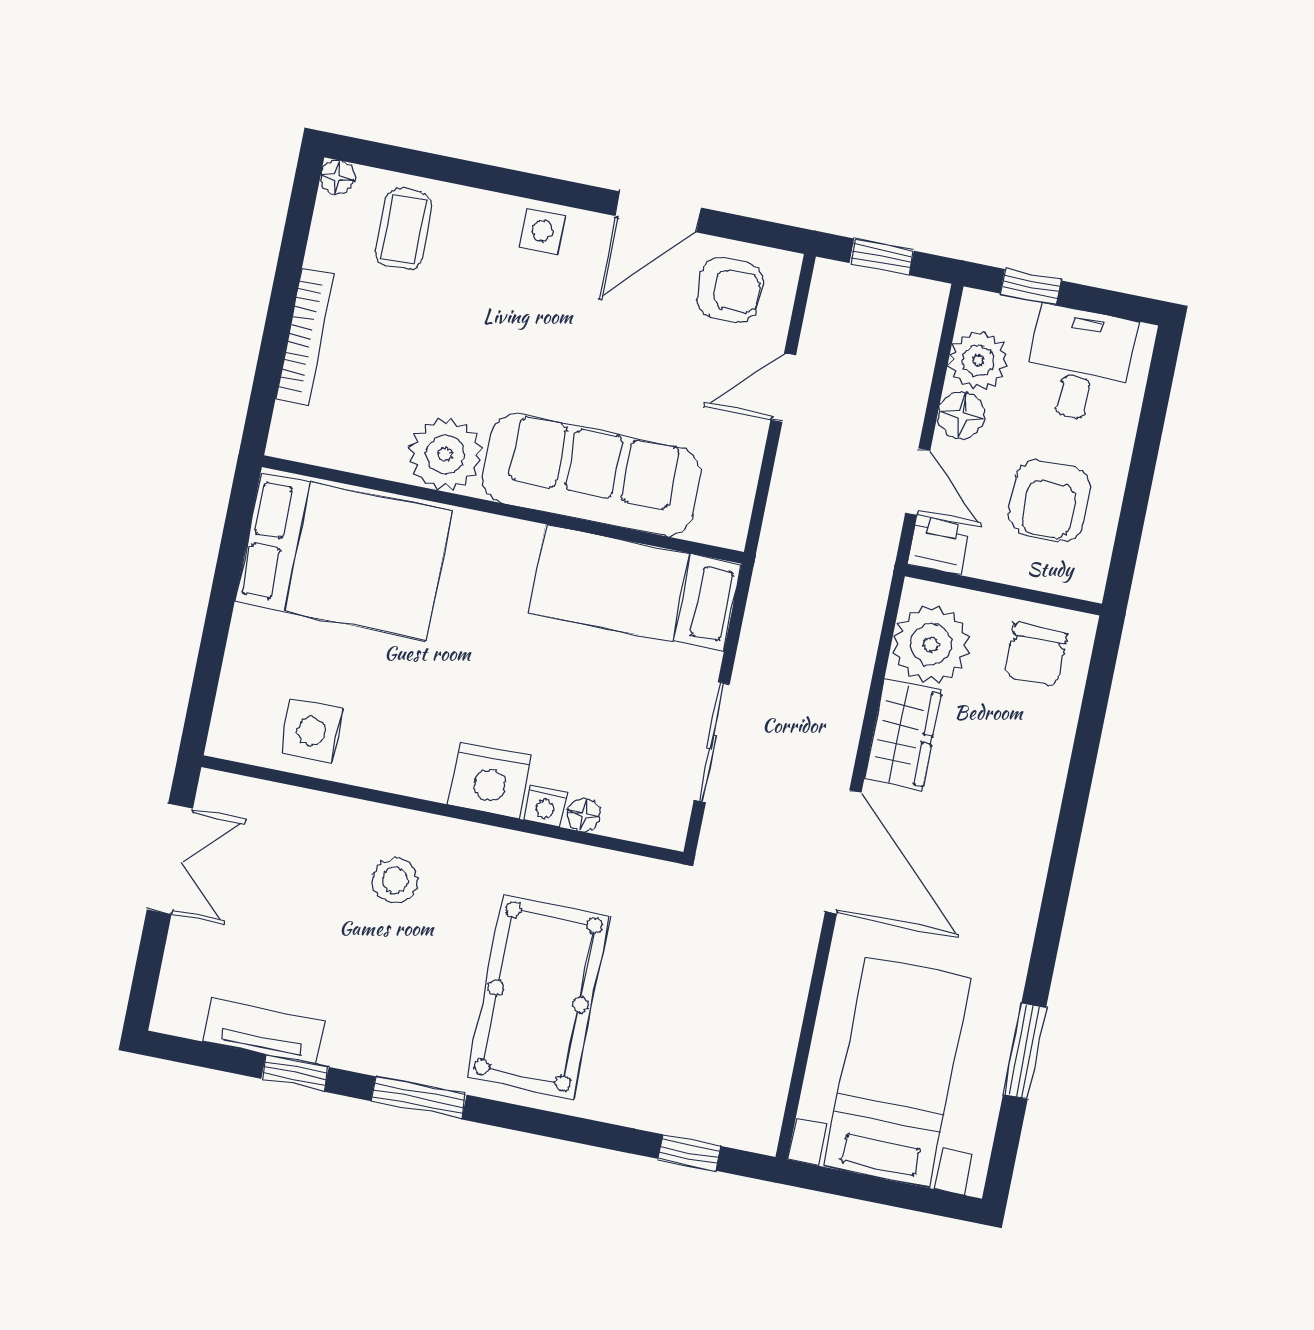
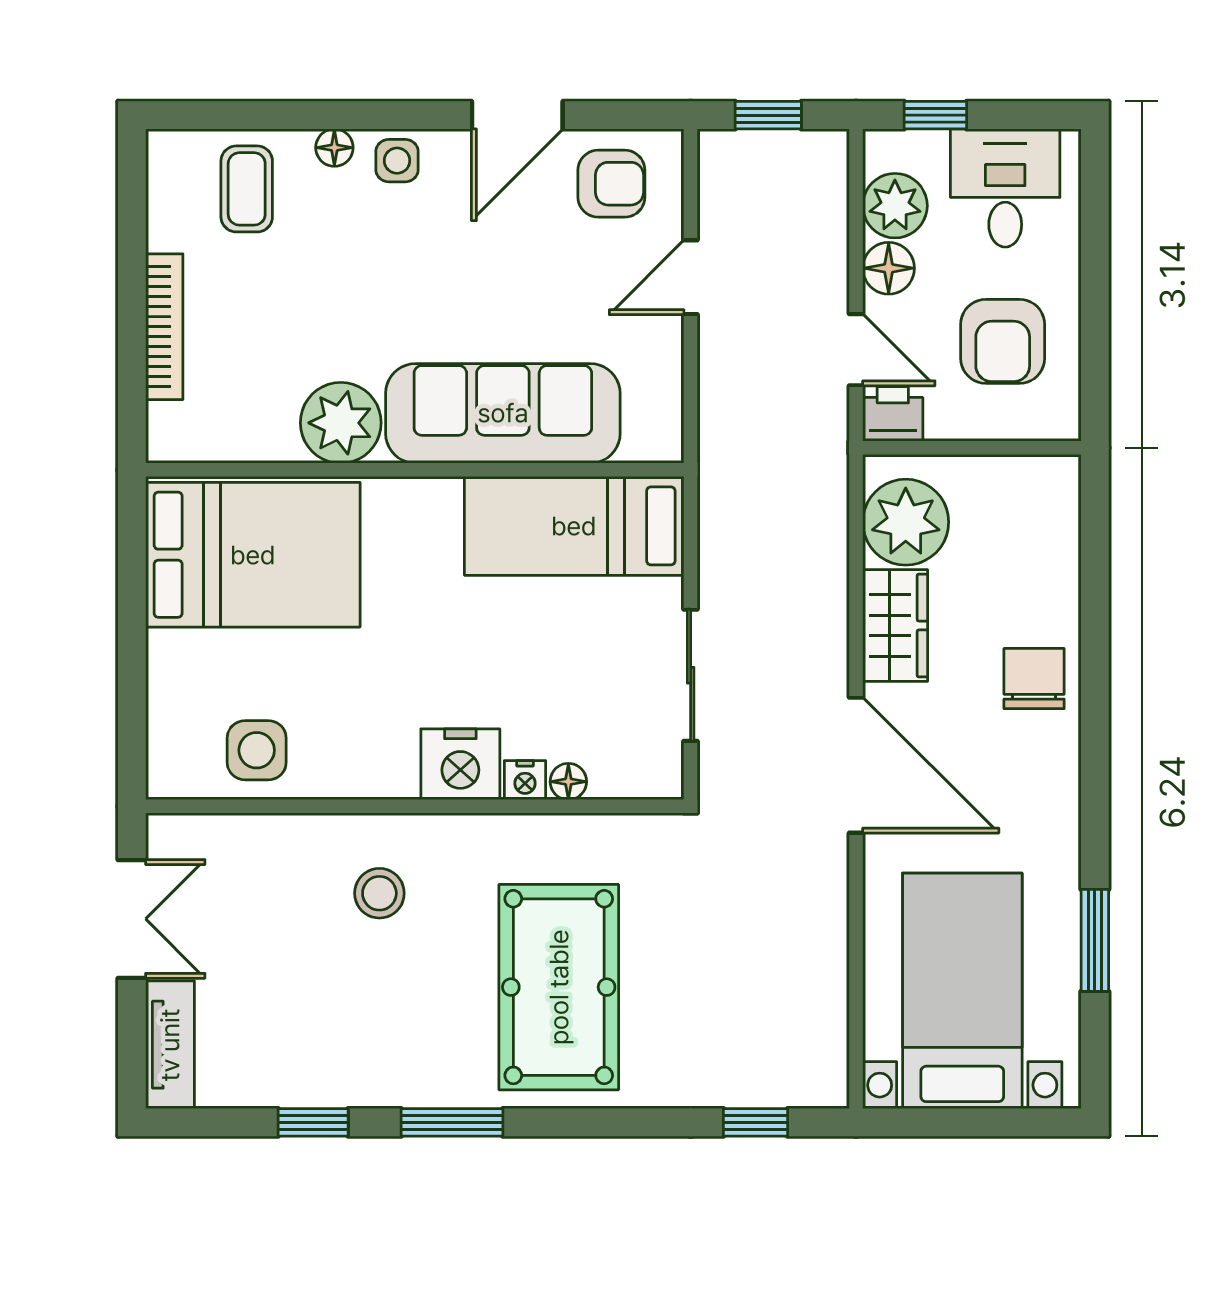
floor lamp: (337, 177) -> (334, 148), moved
chair: (1036, 655) -> (1034, 679), moved, turned 180
tv unit: (264, 1031) -> (170, 1045), moved, turned 90

